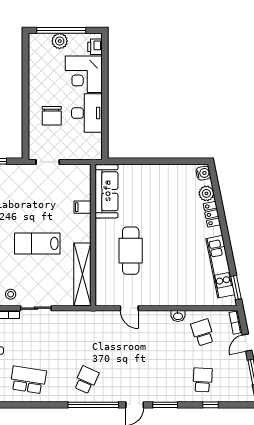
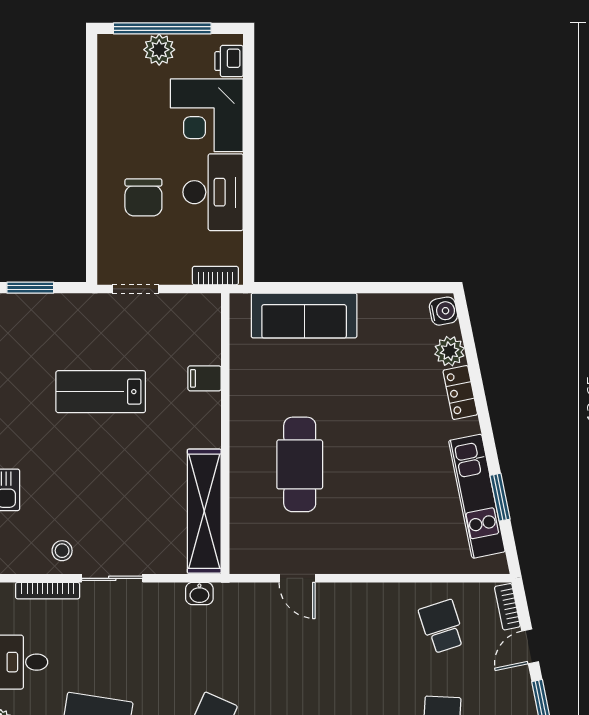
bookcase: (88, 155) -> (215, 276), added
sofa: (107, 191) -> (304, 315), moved, turned 90
lab bench: (37, 243) -> (101, 392), moved
window: (236, 287) -> (500, 497), moved
washbasin: (178, 316) -> (199, 594), moved

